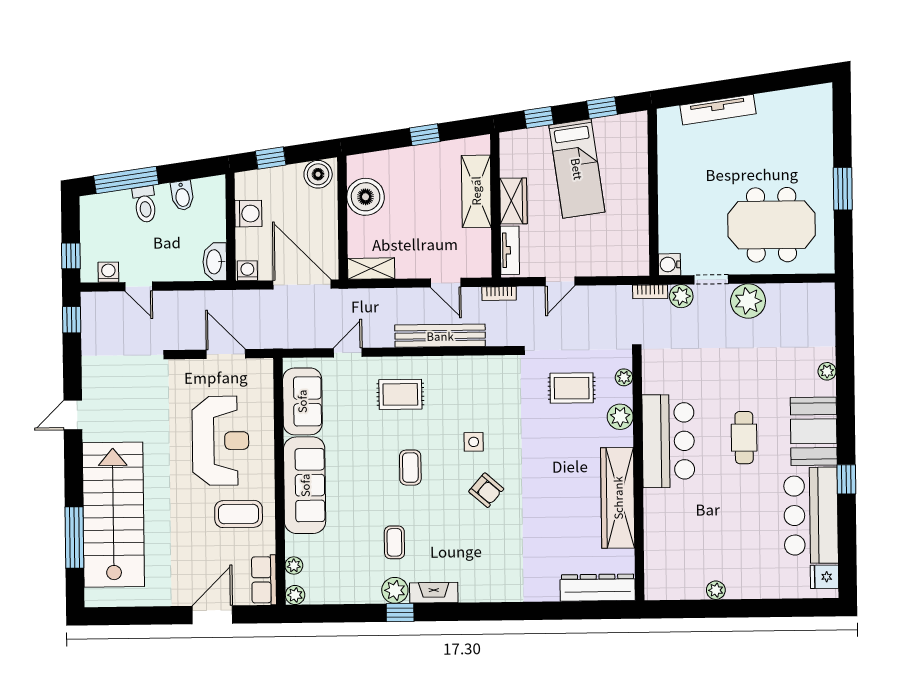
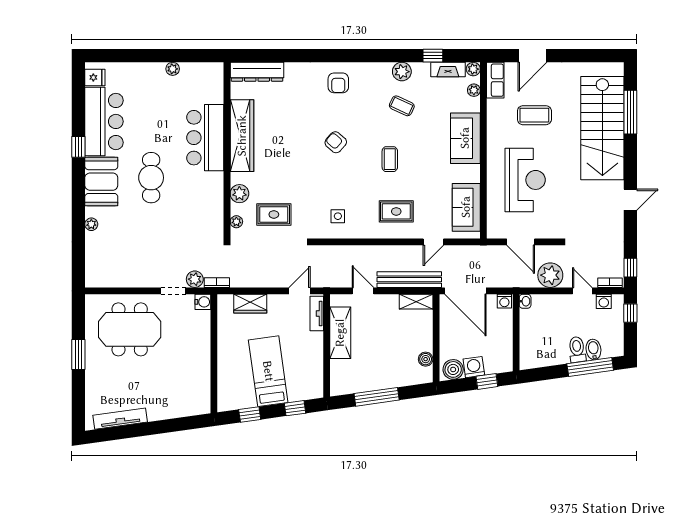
tv unit: (718, 110) -> (120, 419), moved
window: (425, 135) -> (377, 397), width x2.17
shelving: (476, 191) -> (340, 333), moved
bidet: (182, 196) -> (593, 349), moved
boiler: (366, 197) -> (426, 359), width x0.54, depth x0.54
wardrobe: (513, 201) -> (250, 304), moved, turned -90
washing machine: (248, 214) -> (474, 367), moved, turned 82
washbasin: (215, 262) -> (525, 301), width x0.52, depth x0.69
door: (560, 281) -> (299, 291), moved
bookcase: (499, 293) -> (610, 283), moved
plant: (748, 301) -> (550, 275), moved
bench: (440, 336) -> (409, 280), moved
cafe table: (744, 438) -> (151, 178), width x1.37, depth x1.35
reception desk: (220, 441) -> (525, 180), turned 180
bar counter: (668, 441) -> (205, 138), moved
side table: (474, 442) -> (338, 216), moved
sofa: (305, 485) -> (465, 138), width x0.73
coffee table: (239, 514) -> (534, 115), moved
coffee table: (394, 542) -> (402, 106), turned -65
armchair: (484, 573) -> (338, 83), added
fireplace: (434, 593) -> (448, 70), moved
window: (400, 613) -> (433, 56), moved

